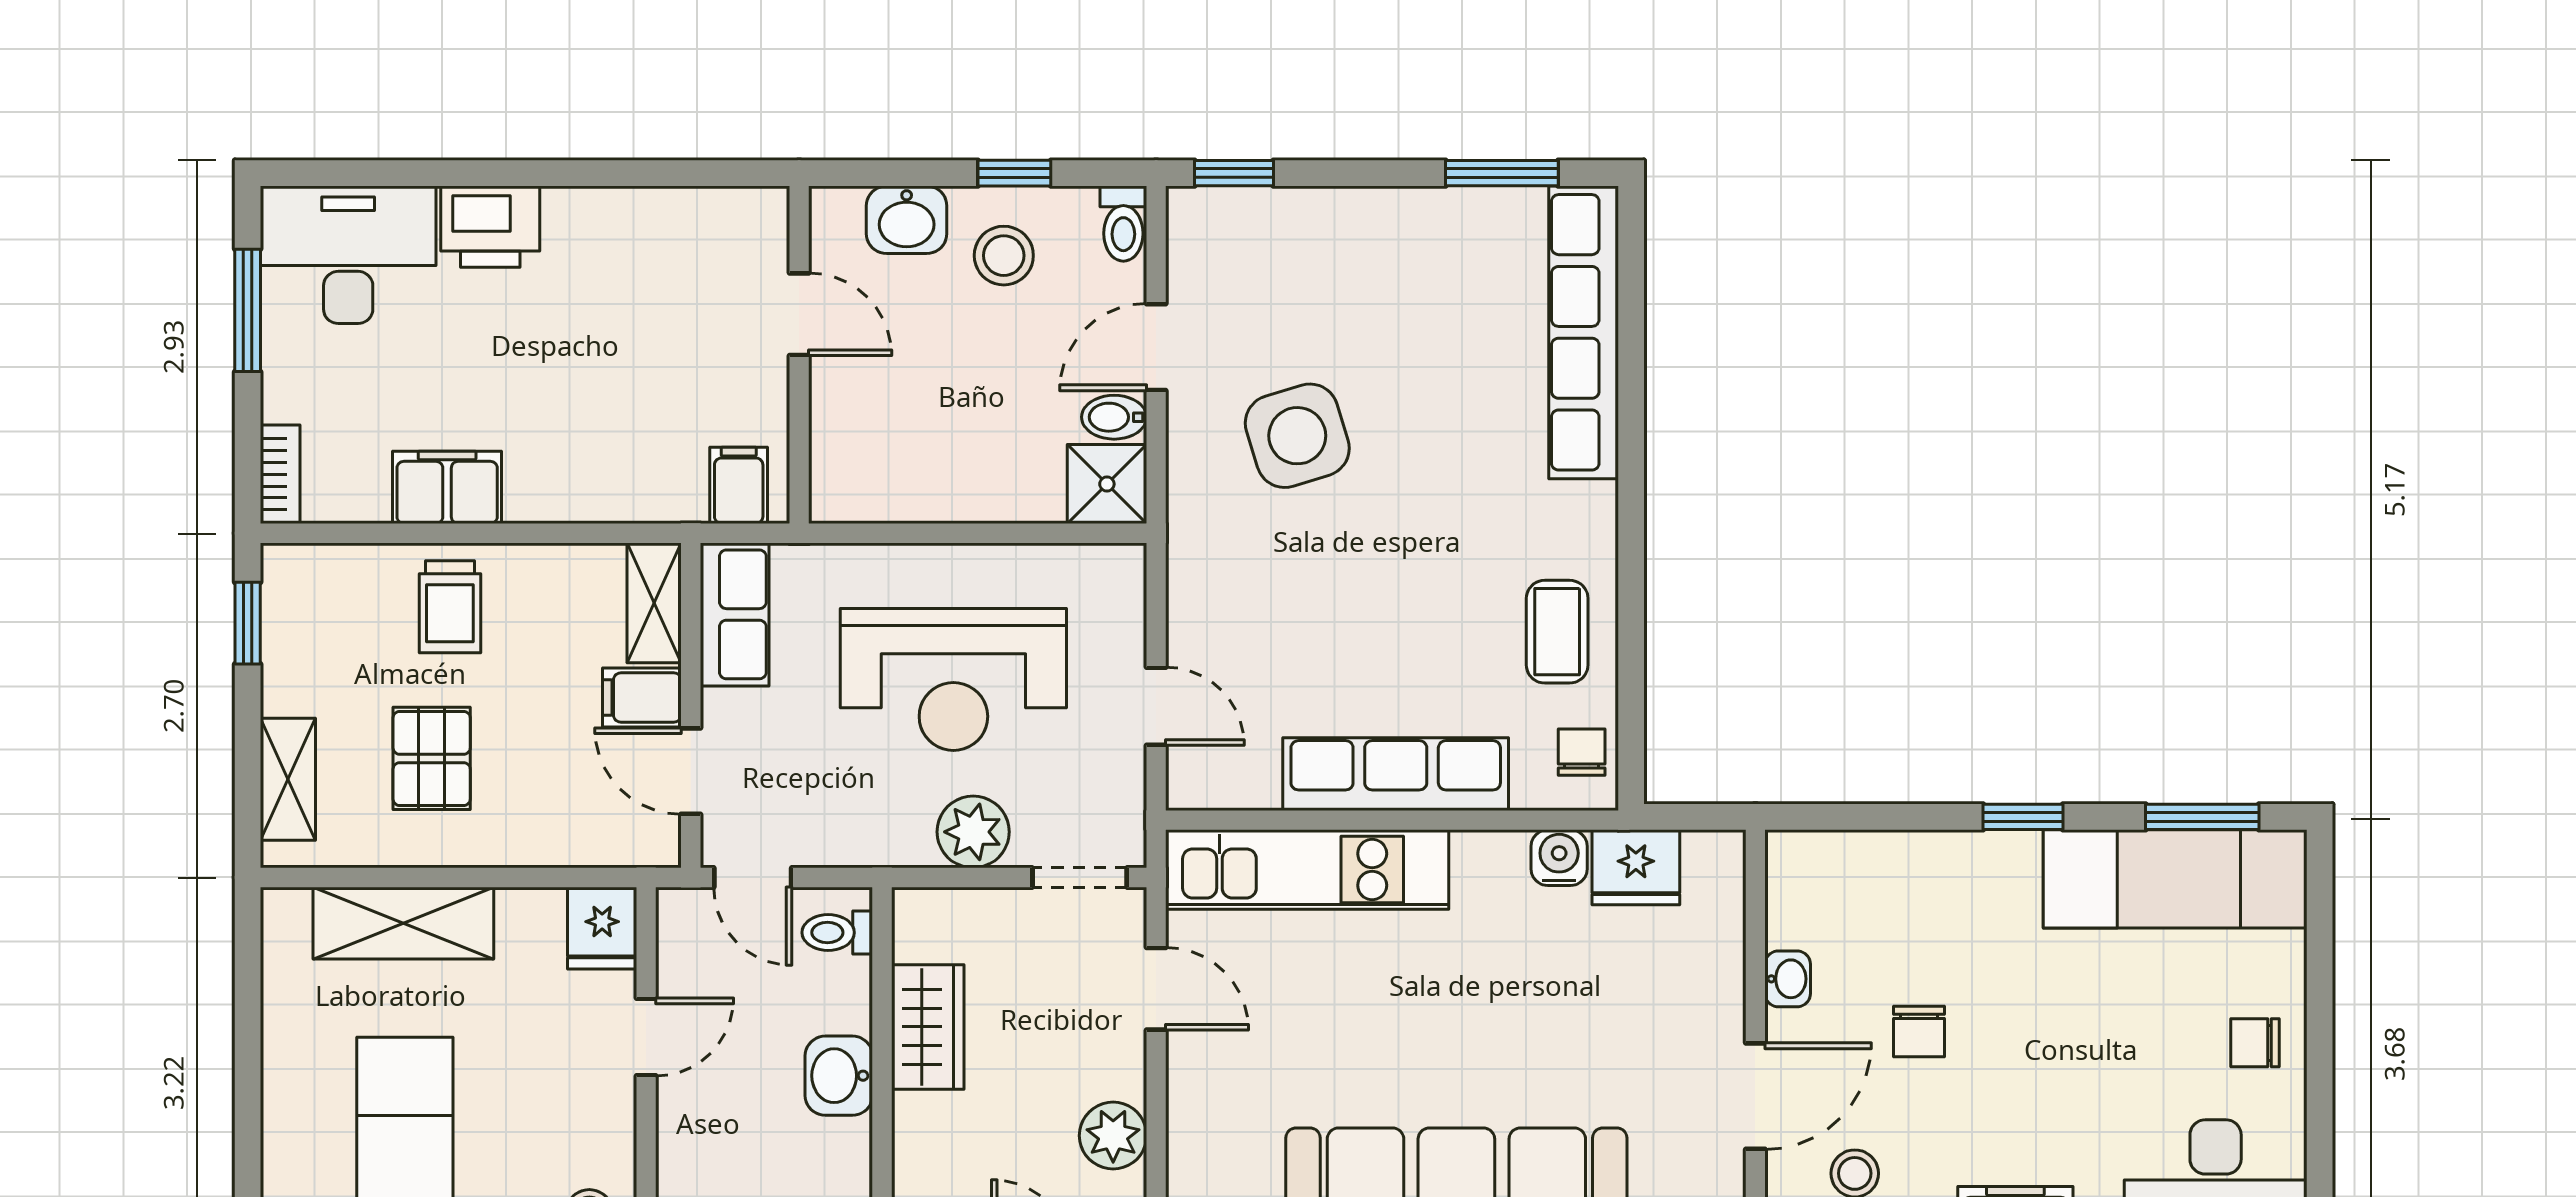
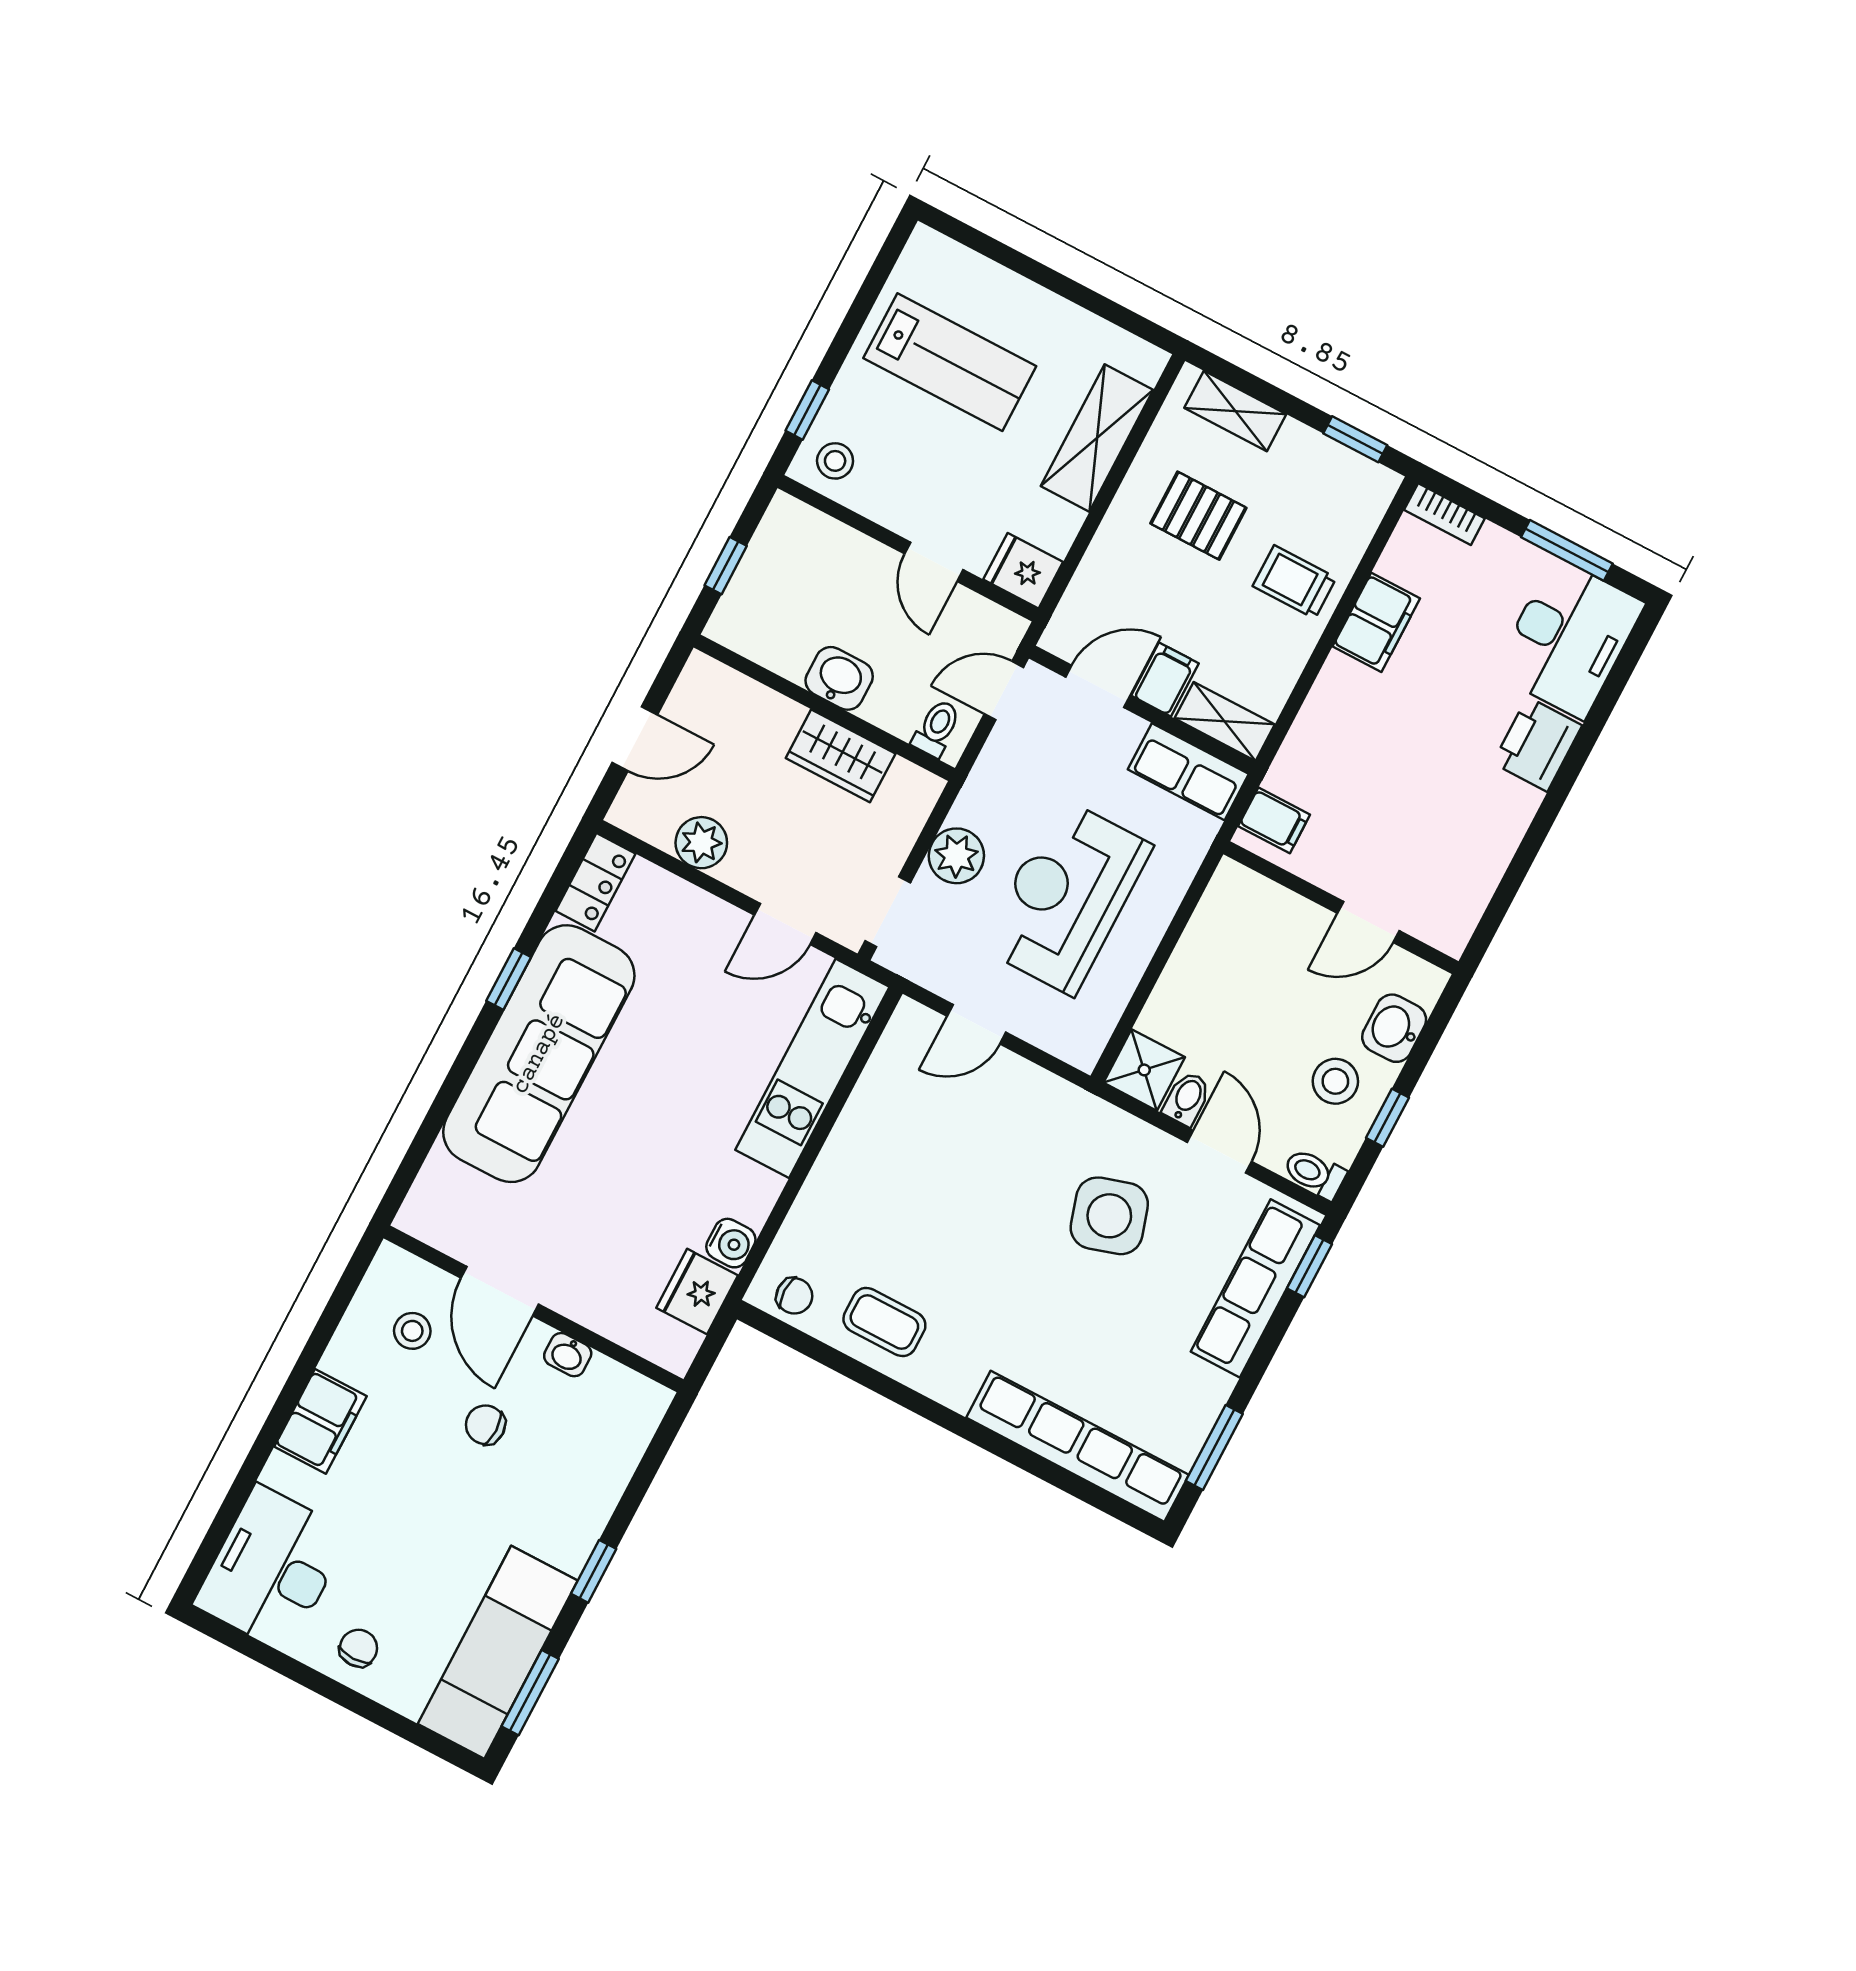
row of seats: (1396, 774) -> (1255, 1288), moved, turned 180

